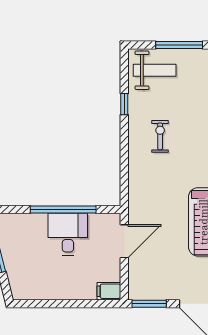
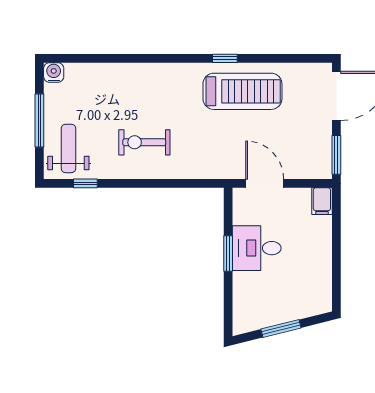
window: (124, 104) -> (85, 183), moved
exercise bike: (160, 136) -> (144, 142), width x1.38, depth x1.39
window: (63, 209) -> (228, 254), width x0.47

